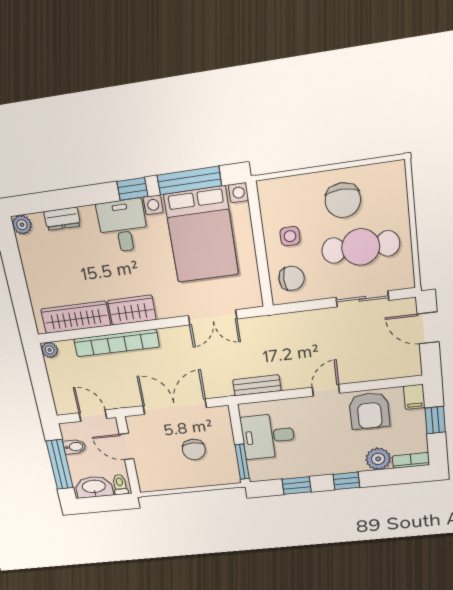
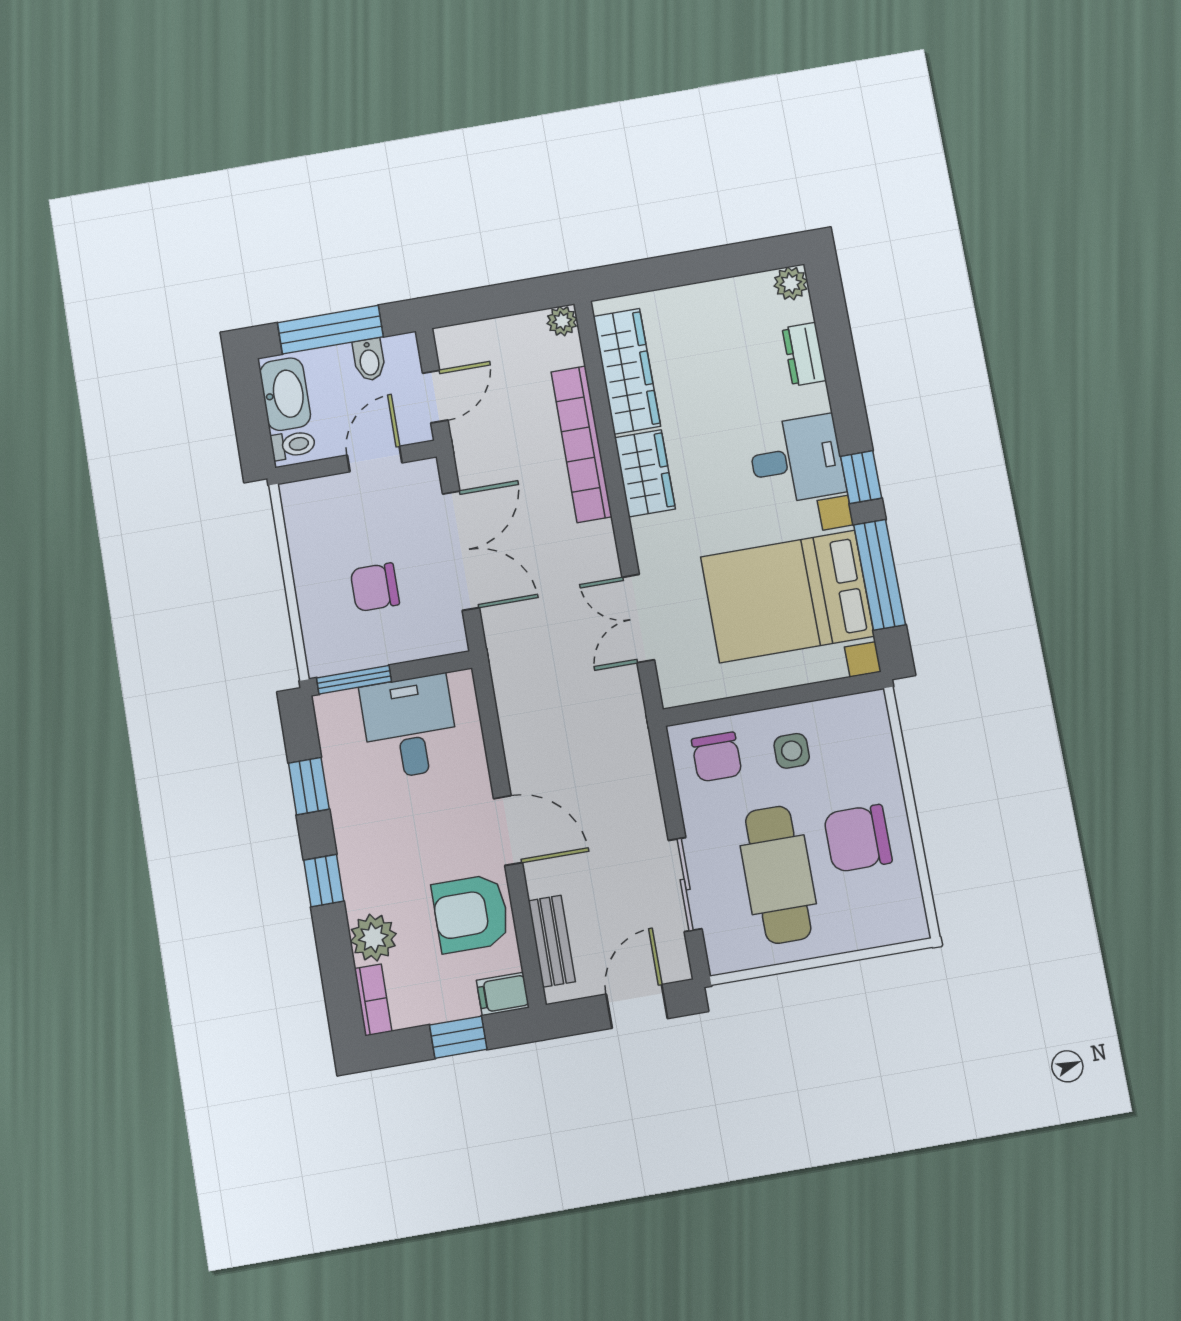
bench: (257, 385) -> (552, 941), moved
door: (326, 390) -> (508, 831), width x1.38

